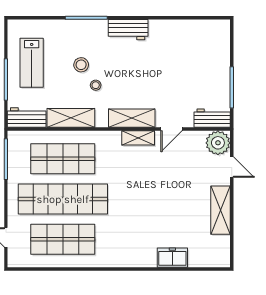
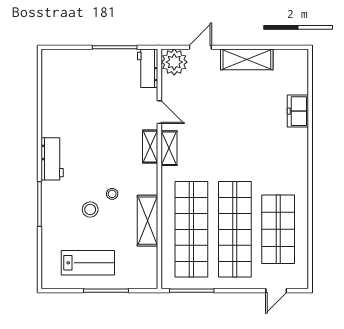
workbench: (27, 118) -> (147, 268), removed
shelving: (132, 118) -> (150, 147), width x0.67, depth x0.75
shop shelf: (63, 159) -> (191, 229), width x1.40

